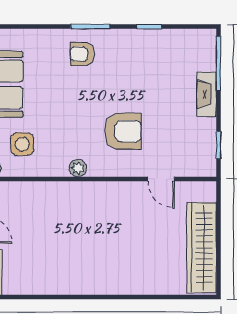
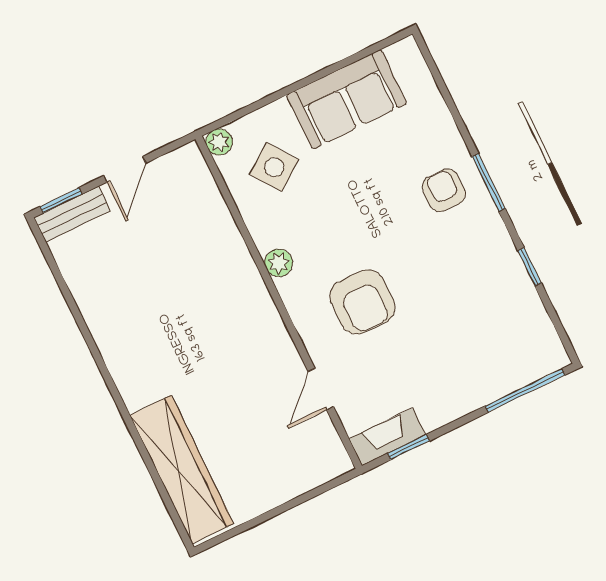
fireplace: (207, 94) -> (387, 437), moved
side table: (22, 144) -> (274, 167), turned -36
wardrobe: (202, 248) -> (182, 470), moved, turned 90

